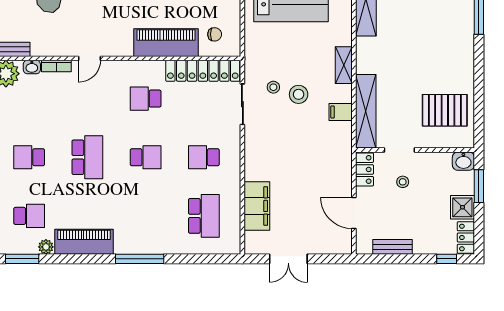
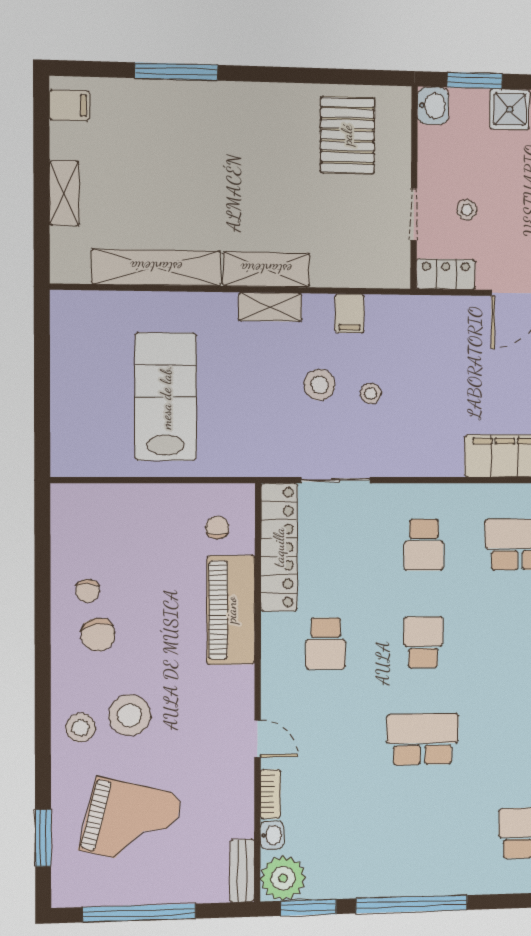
stool: (273, 87) -> (371, 393), moved
shelving: (366, 111) -> (266, 269), moved, width x0.68
school desk: (29, 157) -> (422, 836), removed

